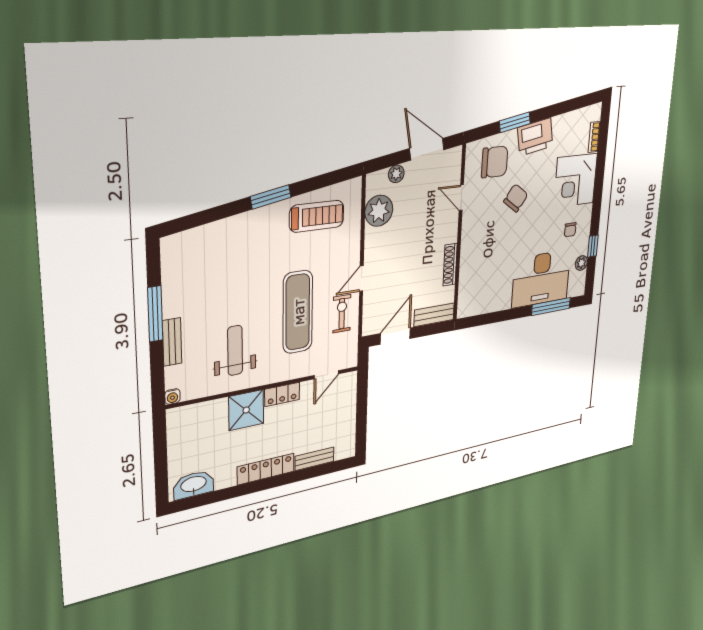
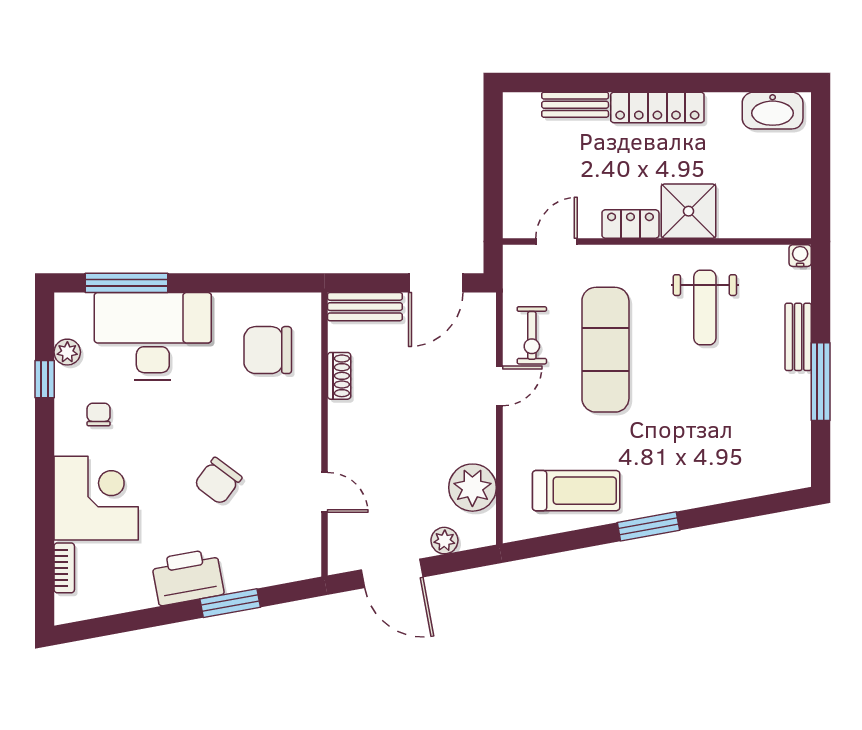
chair: (495, 162) -> (268, 350), moved
treadmill: (317, 216) -> (576, 491), turned 180
shoe rack: (450, 265) -> (339, 376), width x0.70

